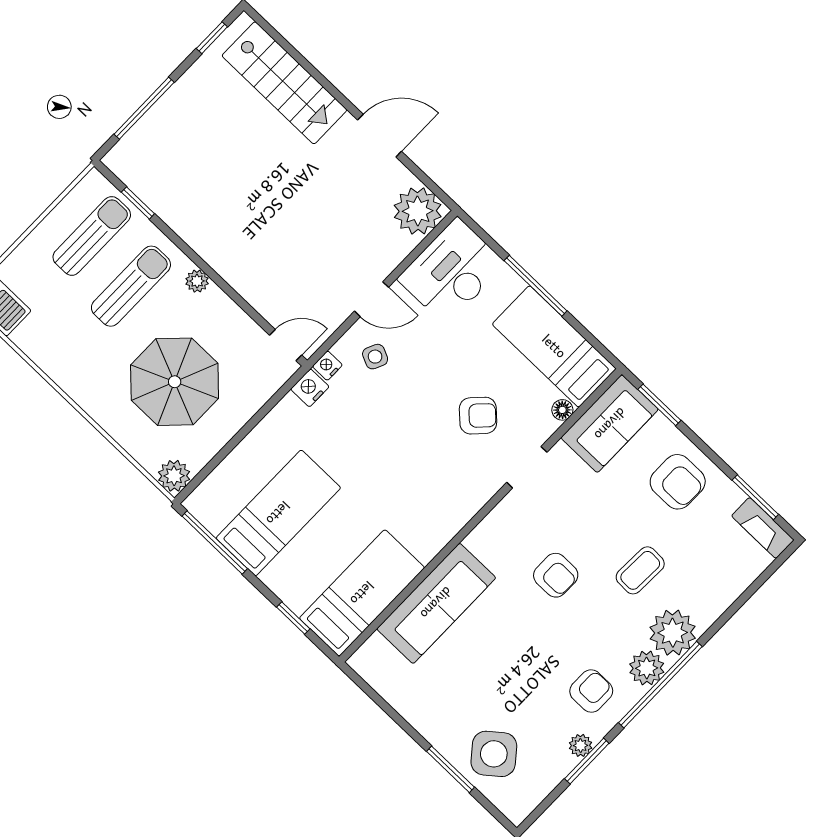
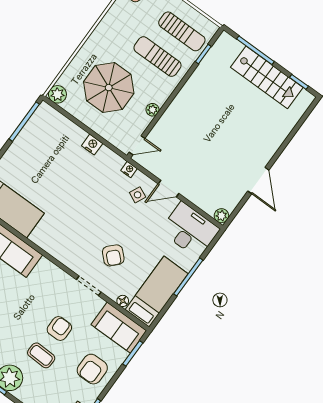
stairs: (284, 83) -> (267, 77), moved, turned -90
plant: (418, 211) -> (221, 216), width x0.53, depth x0.53
plant: (197, 281) -> (152, 110), moved
sun lounger: (131, 286) -> (158, 57), turned 180
door: (372, 299) -> (169, 189), hinge flipped
door: (286, 345) -> (137, 145), hinge flipped
nightstand: (310, 388) -> (92, 145), moved
bed: (278, 513) -> (45, 154), removed
armchair: (556, 575) -> (59, 329), moved, turned 180

